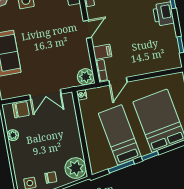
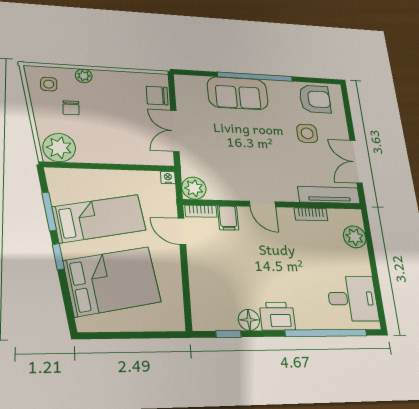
floor lamp: (169, 32) -> (249, 320), added
chair: (21, 110) -> (157, 96), turned 90
plant: (13, 135) -> (84, 76), moved
chair: (51, 177) -> (71, 108), moved

